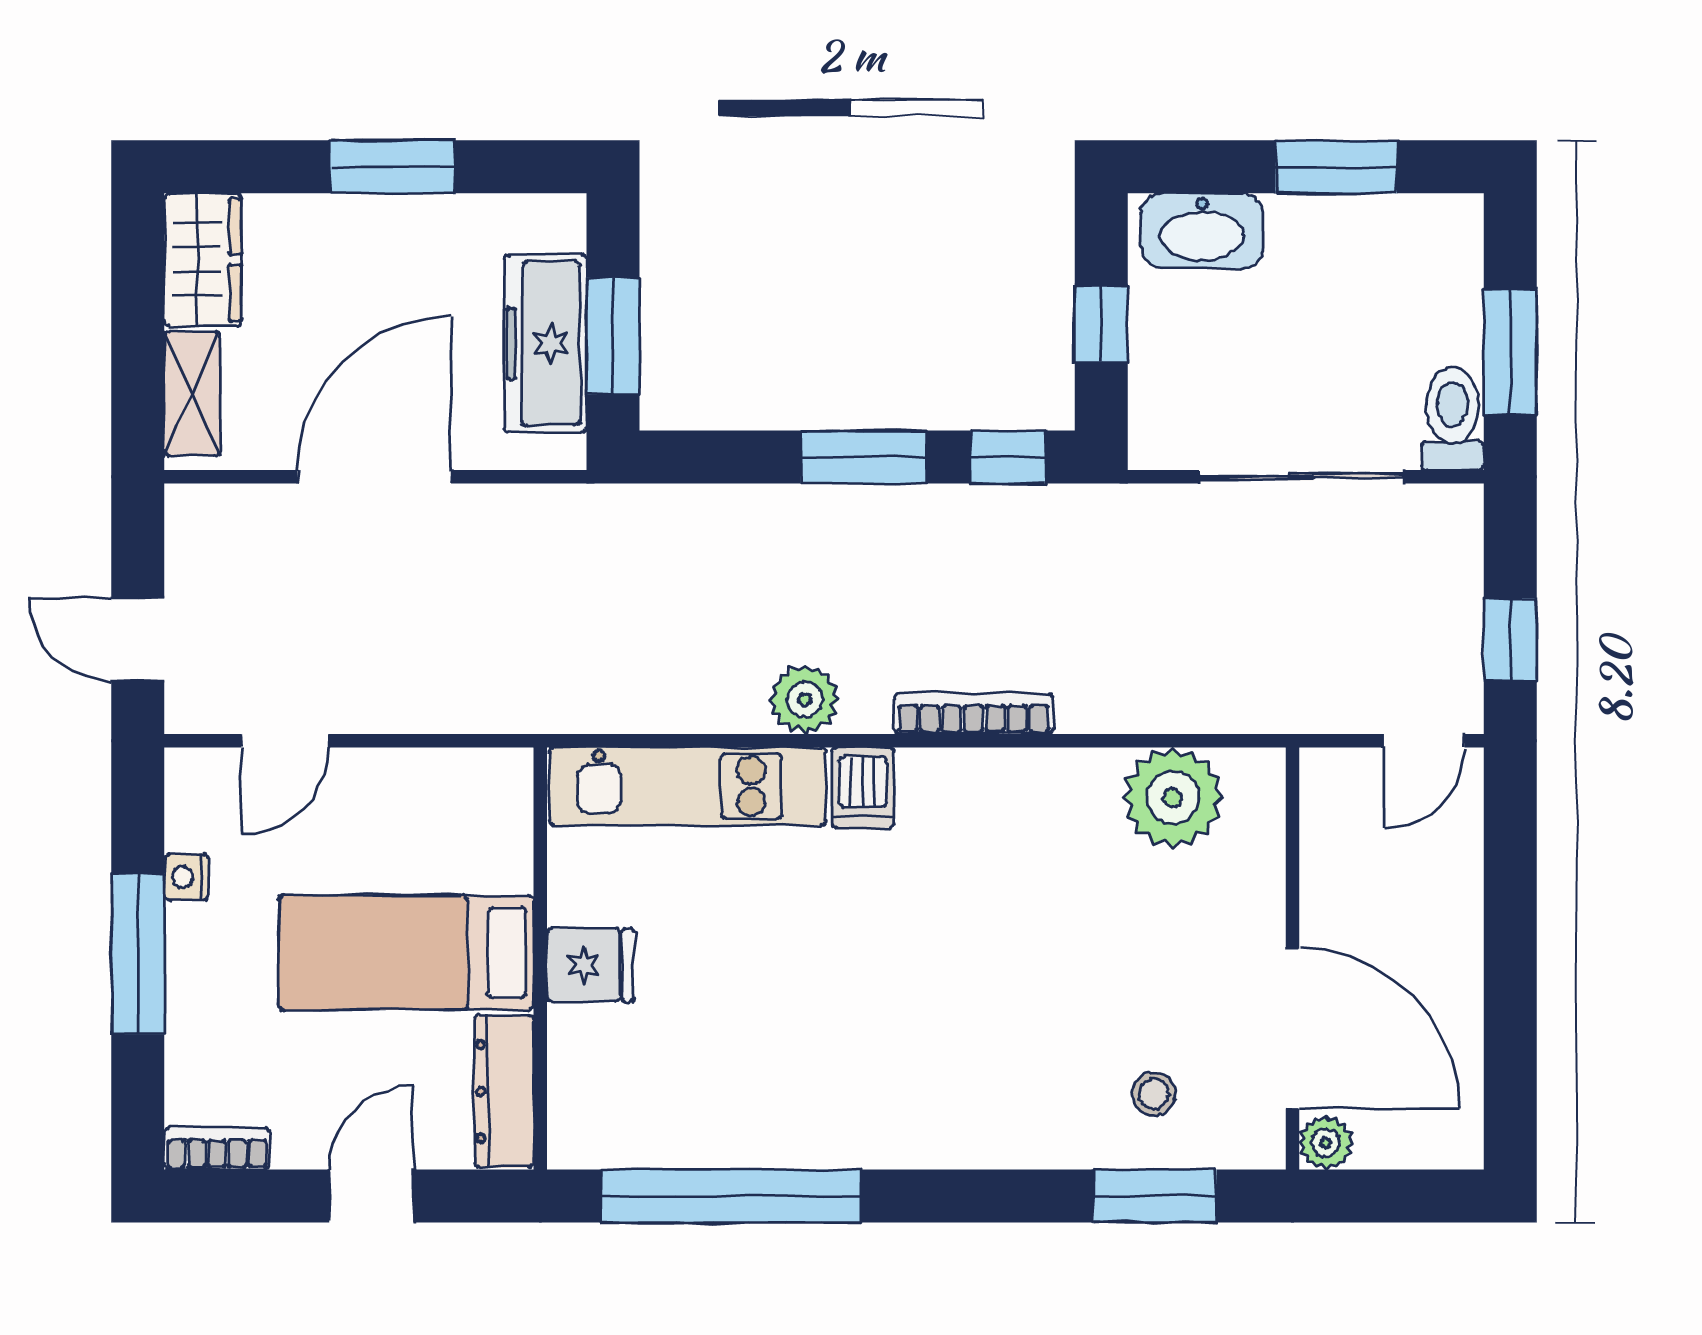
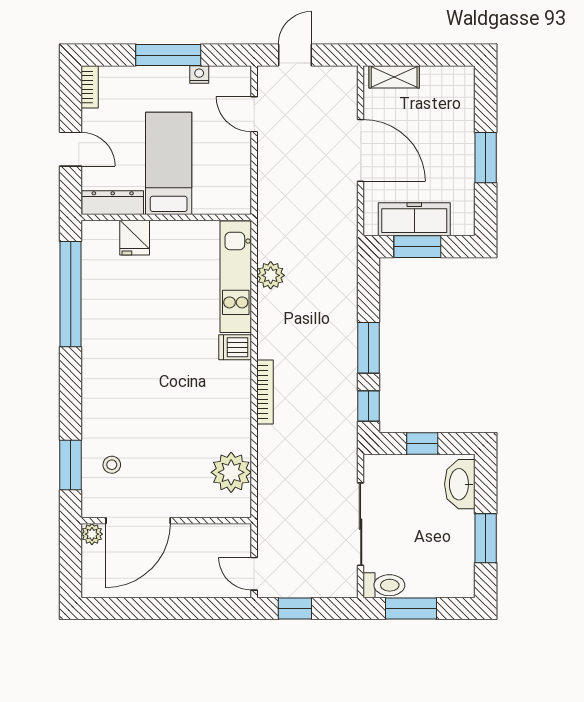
wardrobe: (203, 260) -> (448, 81), removed
plant: (805, 700) -> (271, 275), moved
fridge: (590, 965) -> (135, 238), moved

